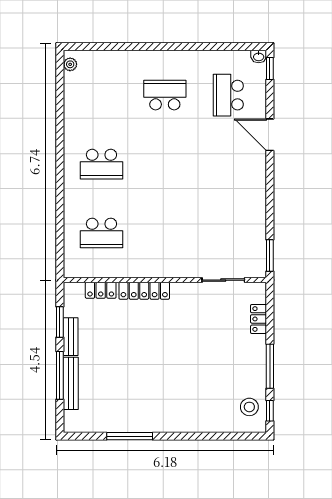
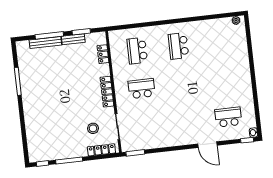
school desk: (165, 95) -> (142, 89), moved, turned -90
door: (270, 135) -> (207, 145), swing flipped
locker: (144, 291) -> (107, 92), moved
locker: (259, 319) -> (101, 150), width x1.53
stool: (249, 407) -> (93, 128), moved

